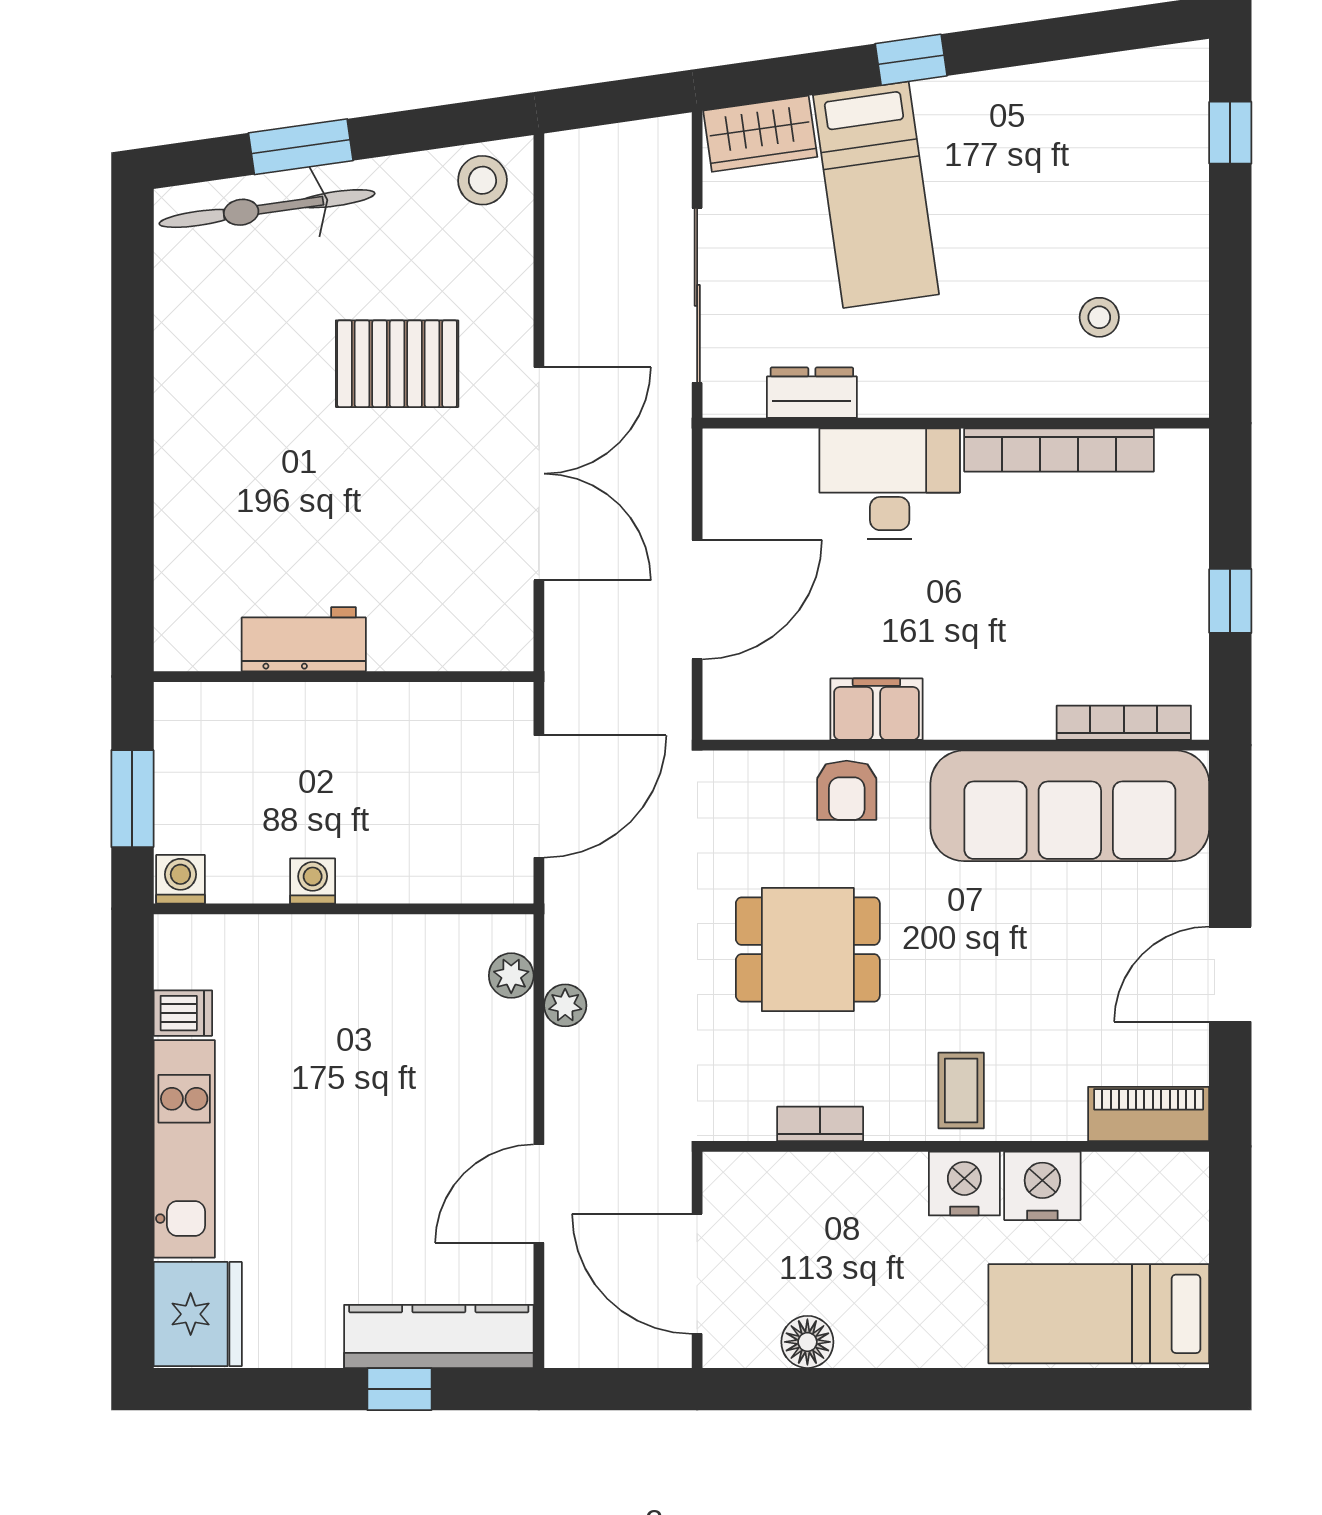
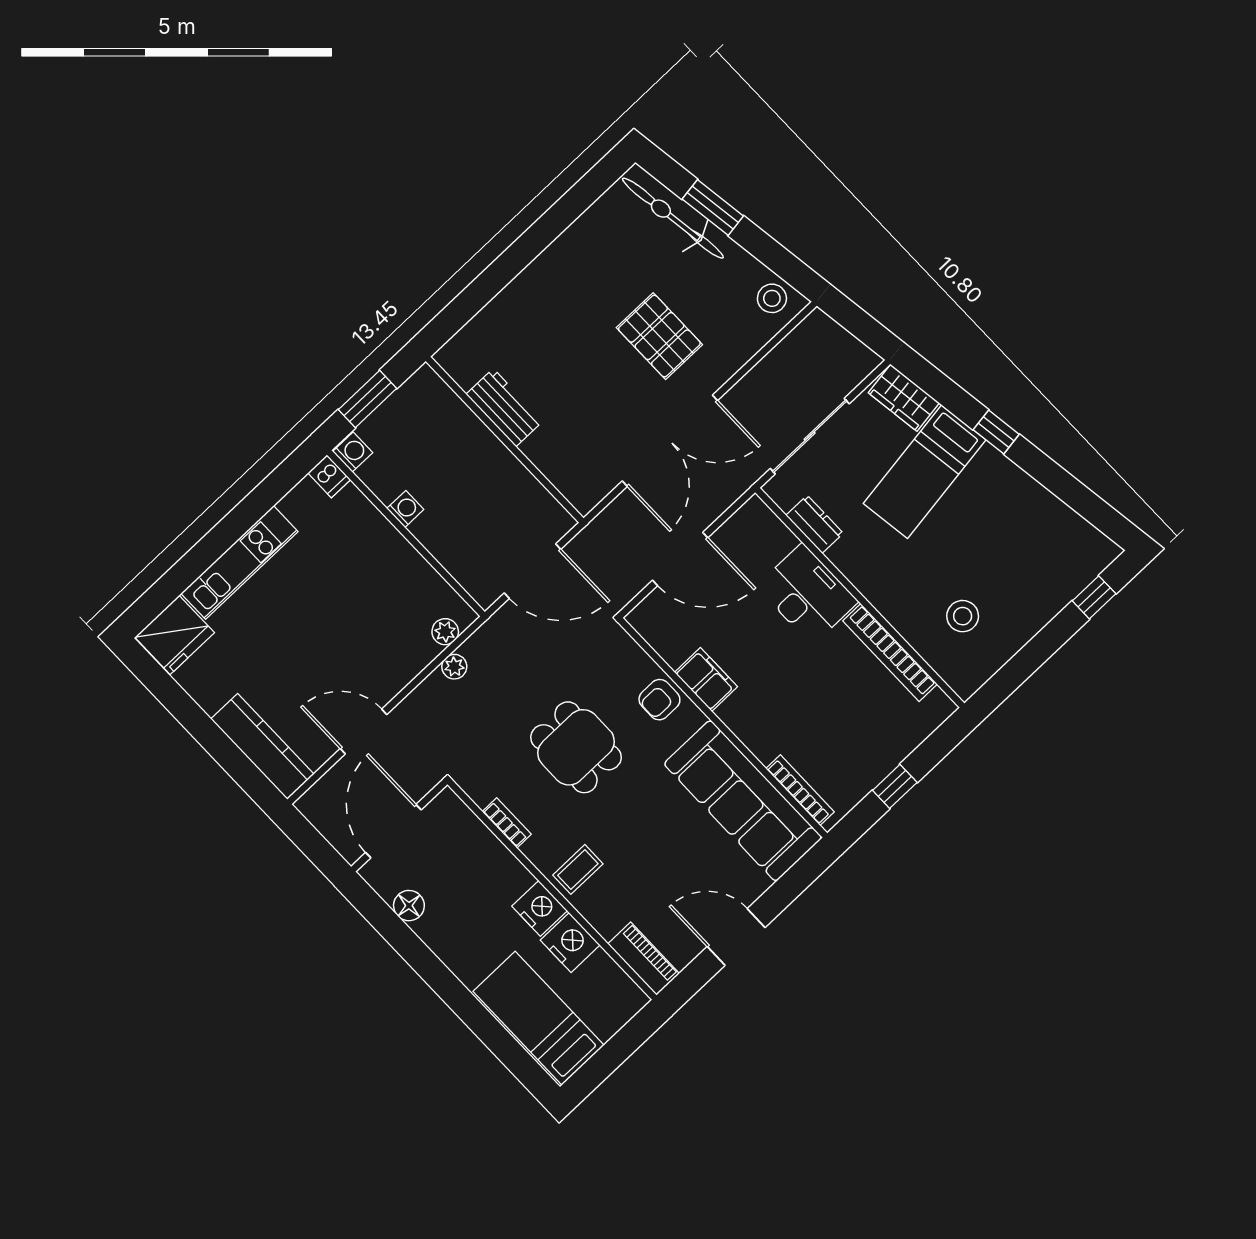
stool: (1099, 317) -> (963, 616), width x1.37, depth x1.37
dishwasher: (183, 1013) -> (329, 476), moved
window: (399, 1389) -> (224, 751), removed

